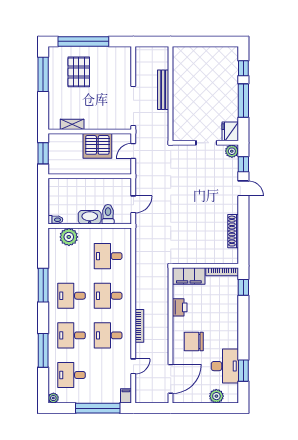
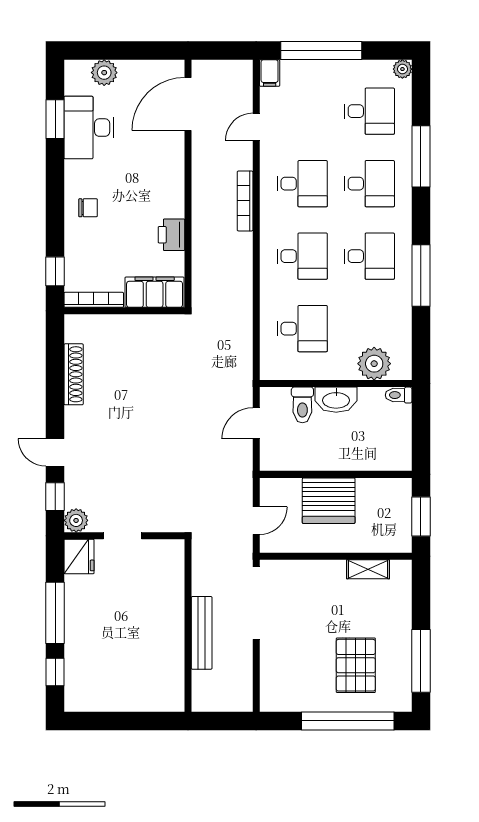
server rack: (97, 146) -> (329, 501), moved, turned 180
chair: (194, 341) -> (88, 208), moved, width x0.54, depth x0.54

